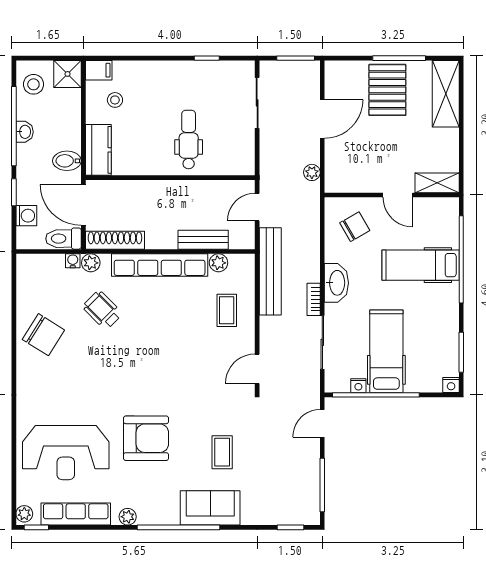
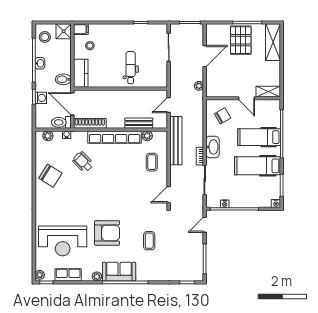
washing machine: (26, 216) -> (41, 98), moved
plant: (91, 263) -> (48, 136), moved
hospital bed: (386, 351) -> (258, 166), moved, turned -90
sofa: (210, 508) -> (119, 272), moved
row of seats: (76, 514) -> (68, 275), width x0.68

